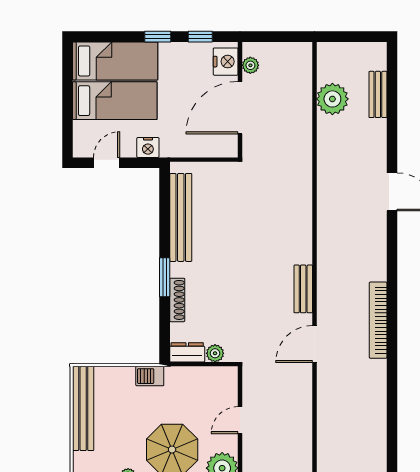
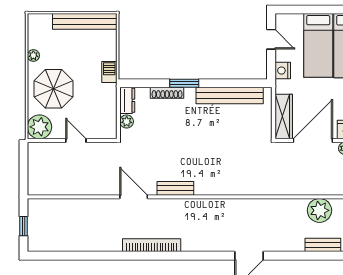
door: (240, 108) -> (313, 140), hinge flipped
wardrobe: (209, 146) -> (284, 117), added

